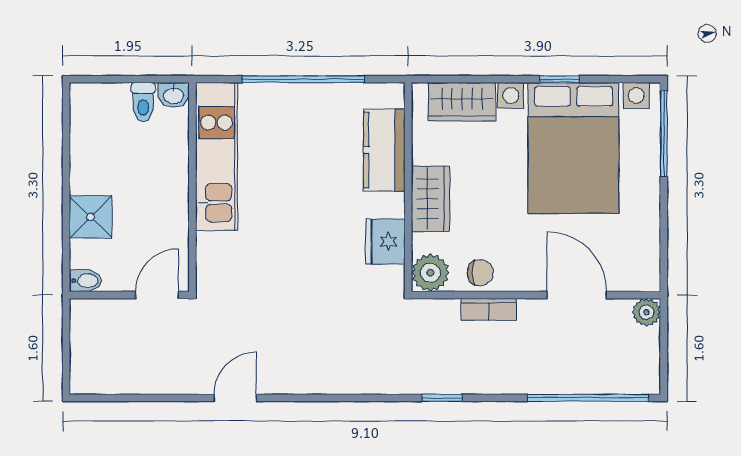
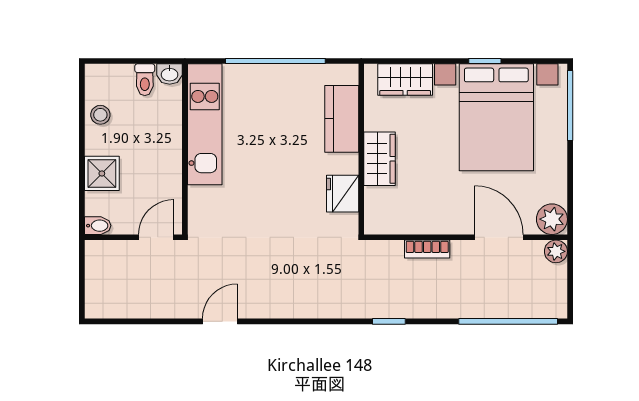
stool: (89, 145) -> (100, 115), added
plant: (430, 273) -> (552, 219), moved
chair: (480, 273) -> (420, 219), removed

